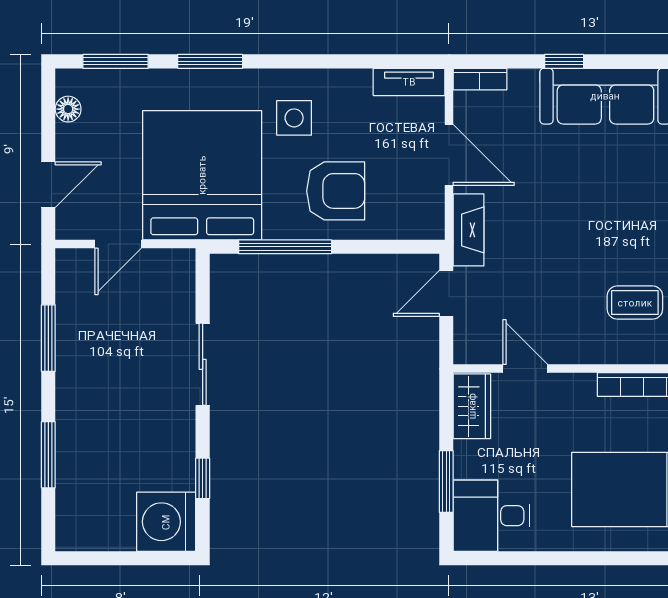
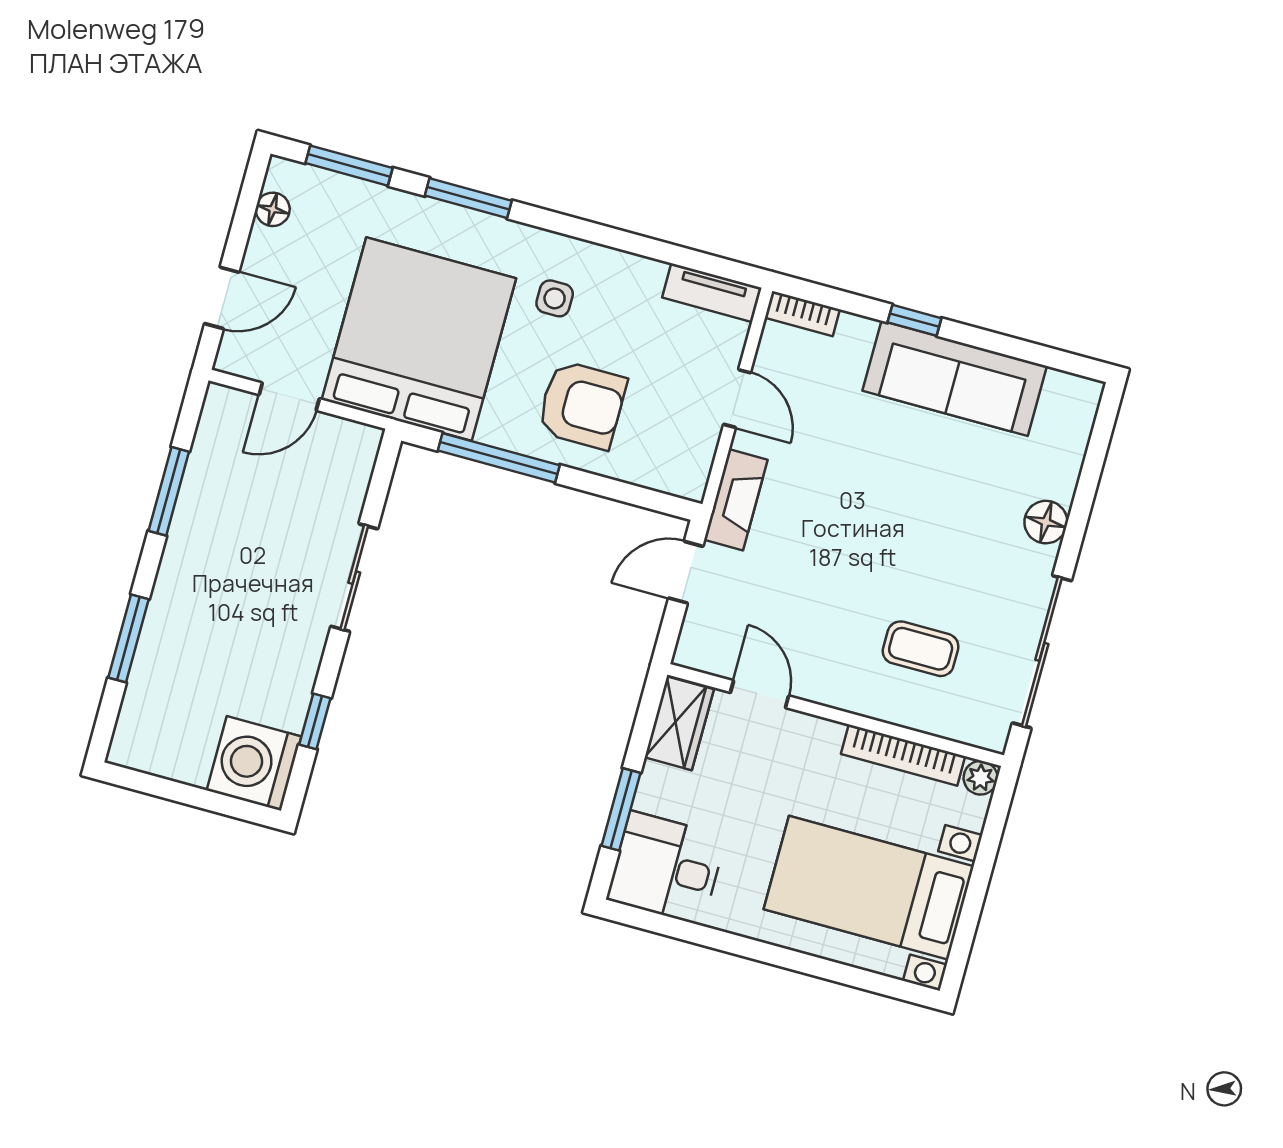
side table: (294, 118) -> (555, 298), width x0.73, depth x0.73
door: (449, 155) -> (737, 398), width x0.73

